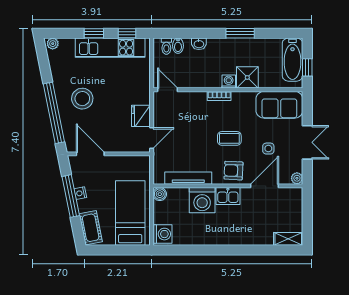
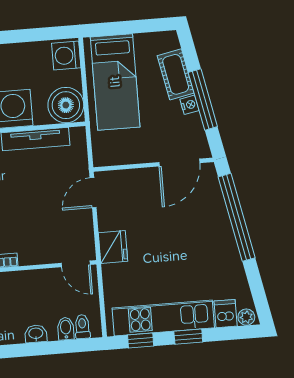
dishwasher: (67, 47) -> (226, 314), added
stool: (82, 99) -> (197, 241), removed
fridge: (141, 116) -> (113, 247), moved
door: (90, 154) -> (179, 163), hinge flipped
boiler: (160, 194) -> (66, 105), width x1.86, depth x1.86
cot: (91, 228) -> (176, 74), moved

